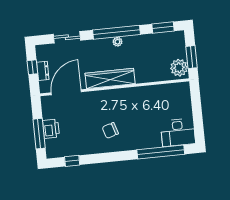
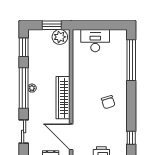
desk: (178, 132) -> (95, 41), moved, turned -90

